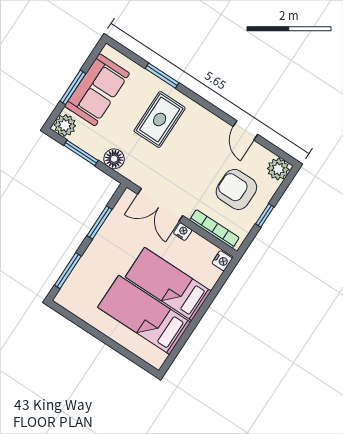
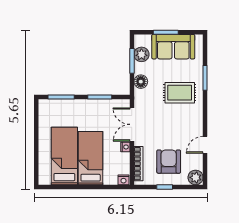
plant: (65, 125) -> (141, 54), moved

